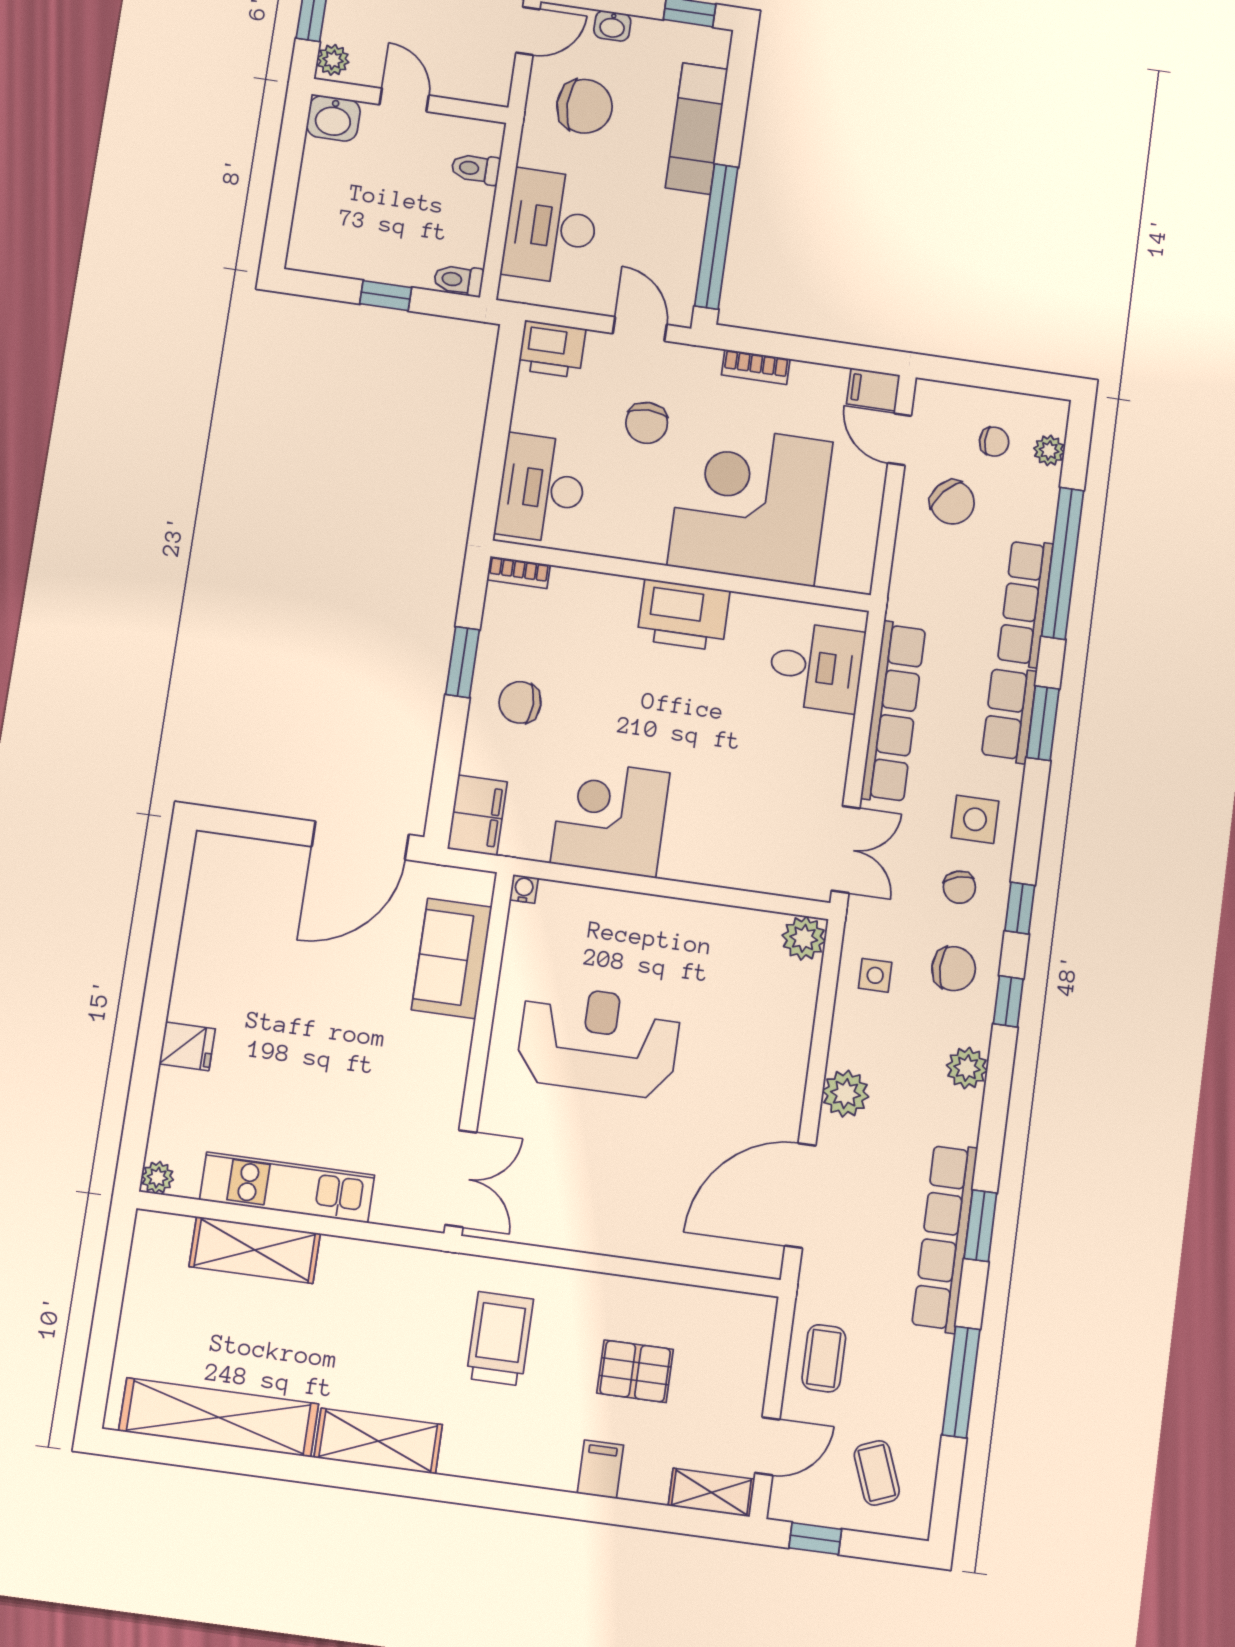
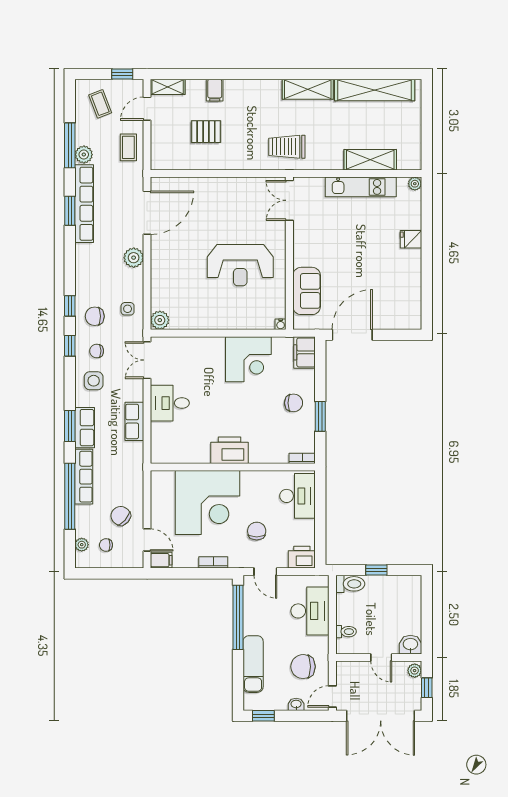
toilet: (459, 280) -> (350, 584), width x1.37, depth x1.39
desk: (816, 667) -> (170, 403), moved
row of seats: (893, 712) -> (134, 421), width x0.50
chair: (959, 887) -> (97, 351), turned -74
plant: (967, 1068) -> (84, 155), moved
trolley: (500, 1339) -> (287, 147), moved, turned 90

